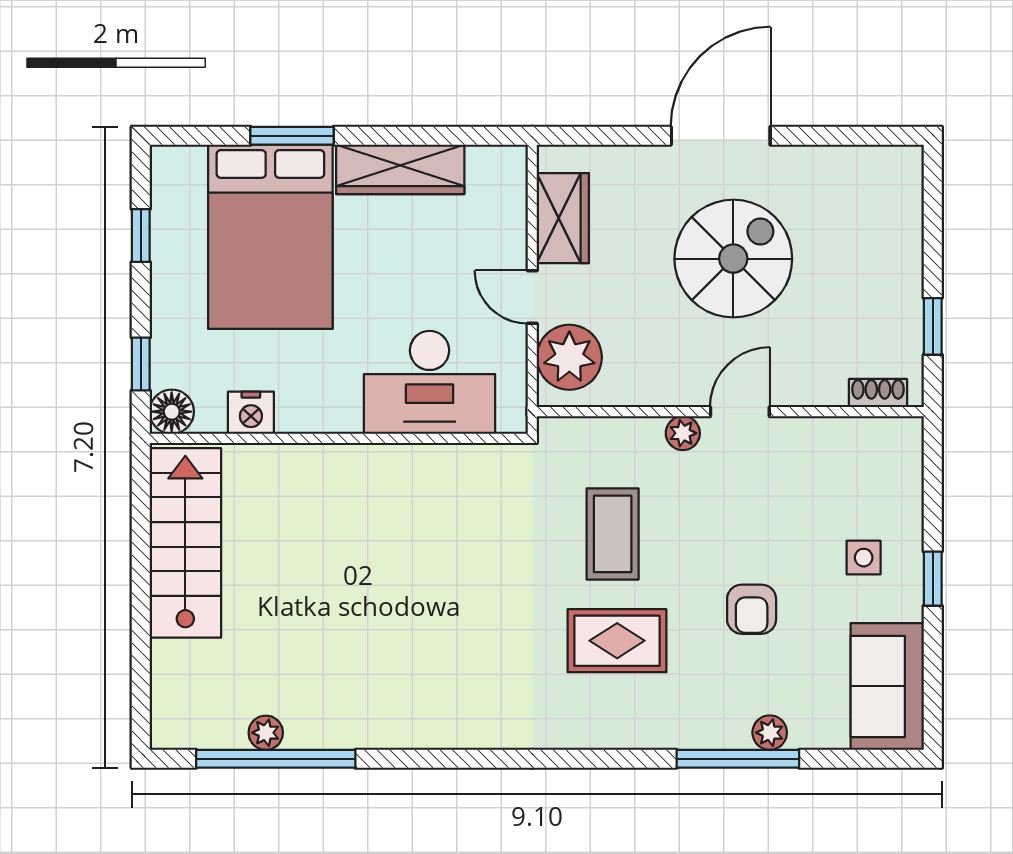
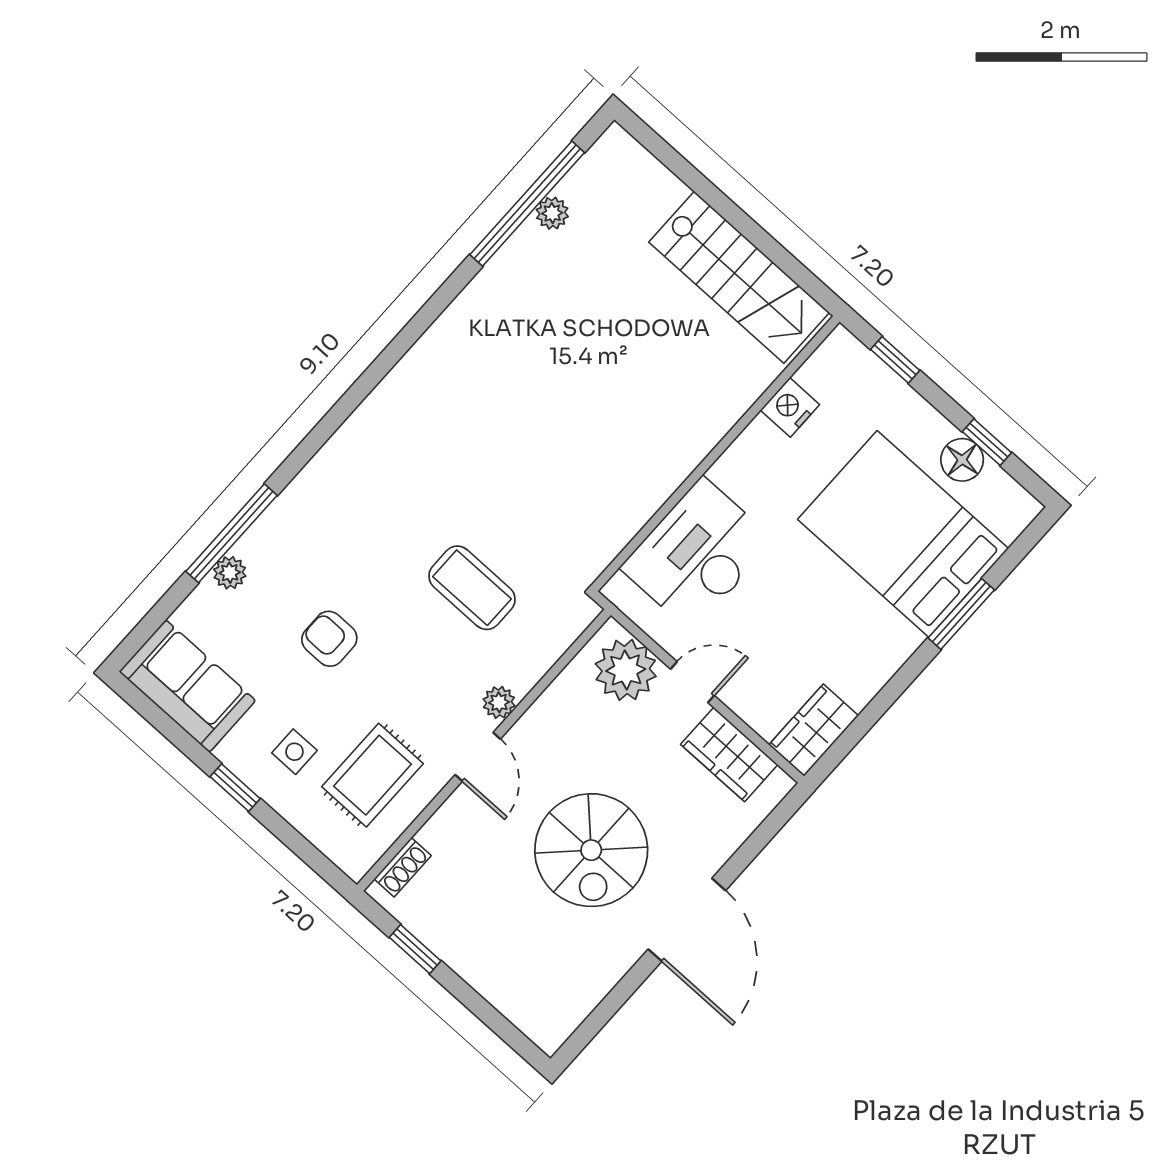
wardrobe: (400, 169) -> (814, 730), moved, width x0.67
floor lamp: (172, 412) -> (962, 460), moved
rug: (617, 641) -> (372, 775), moved

